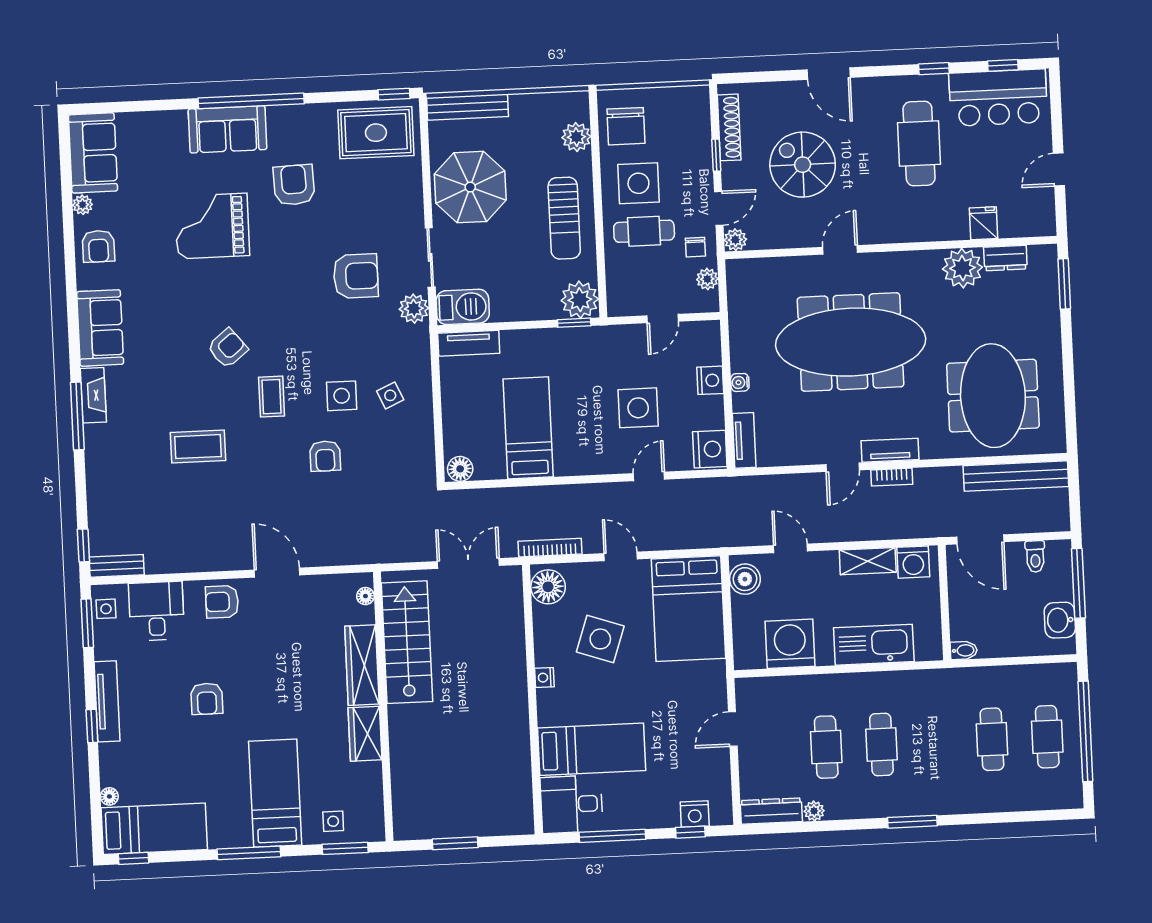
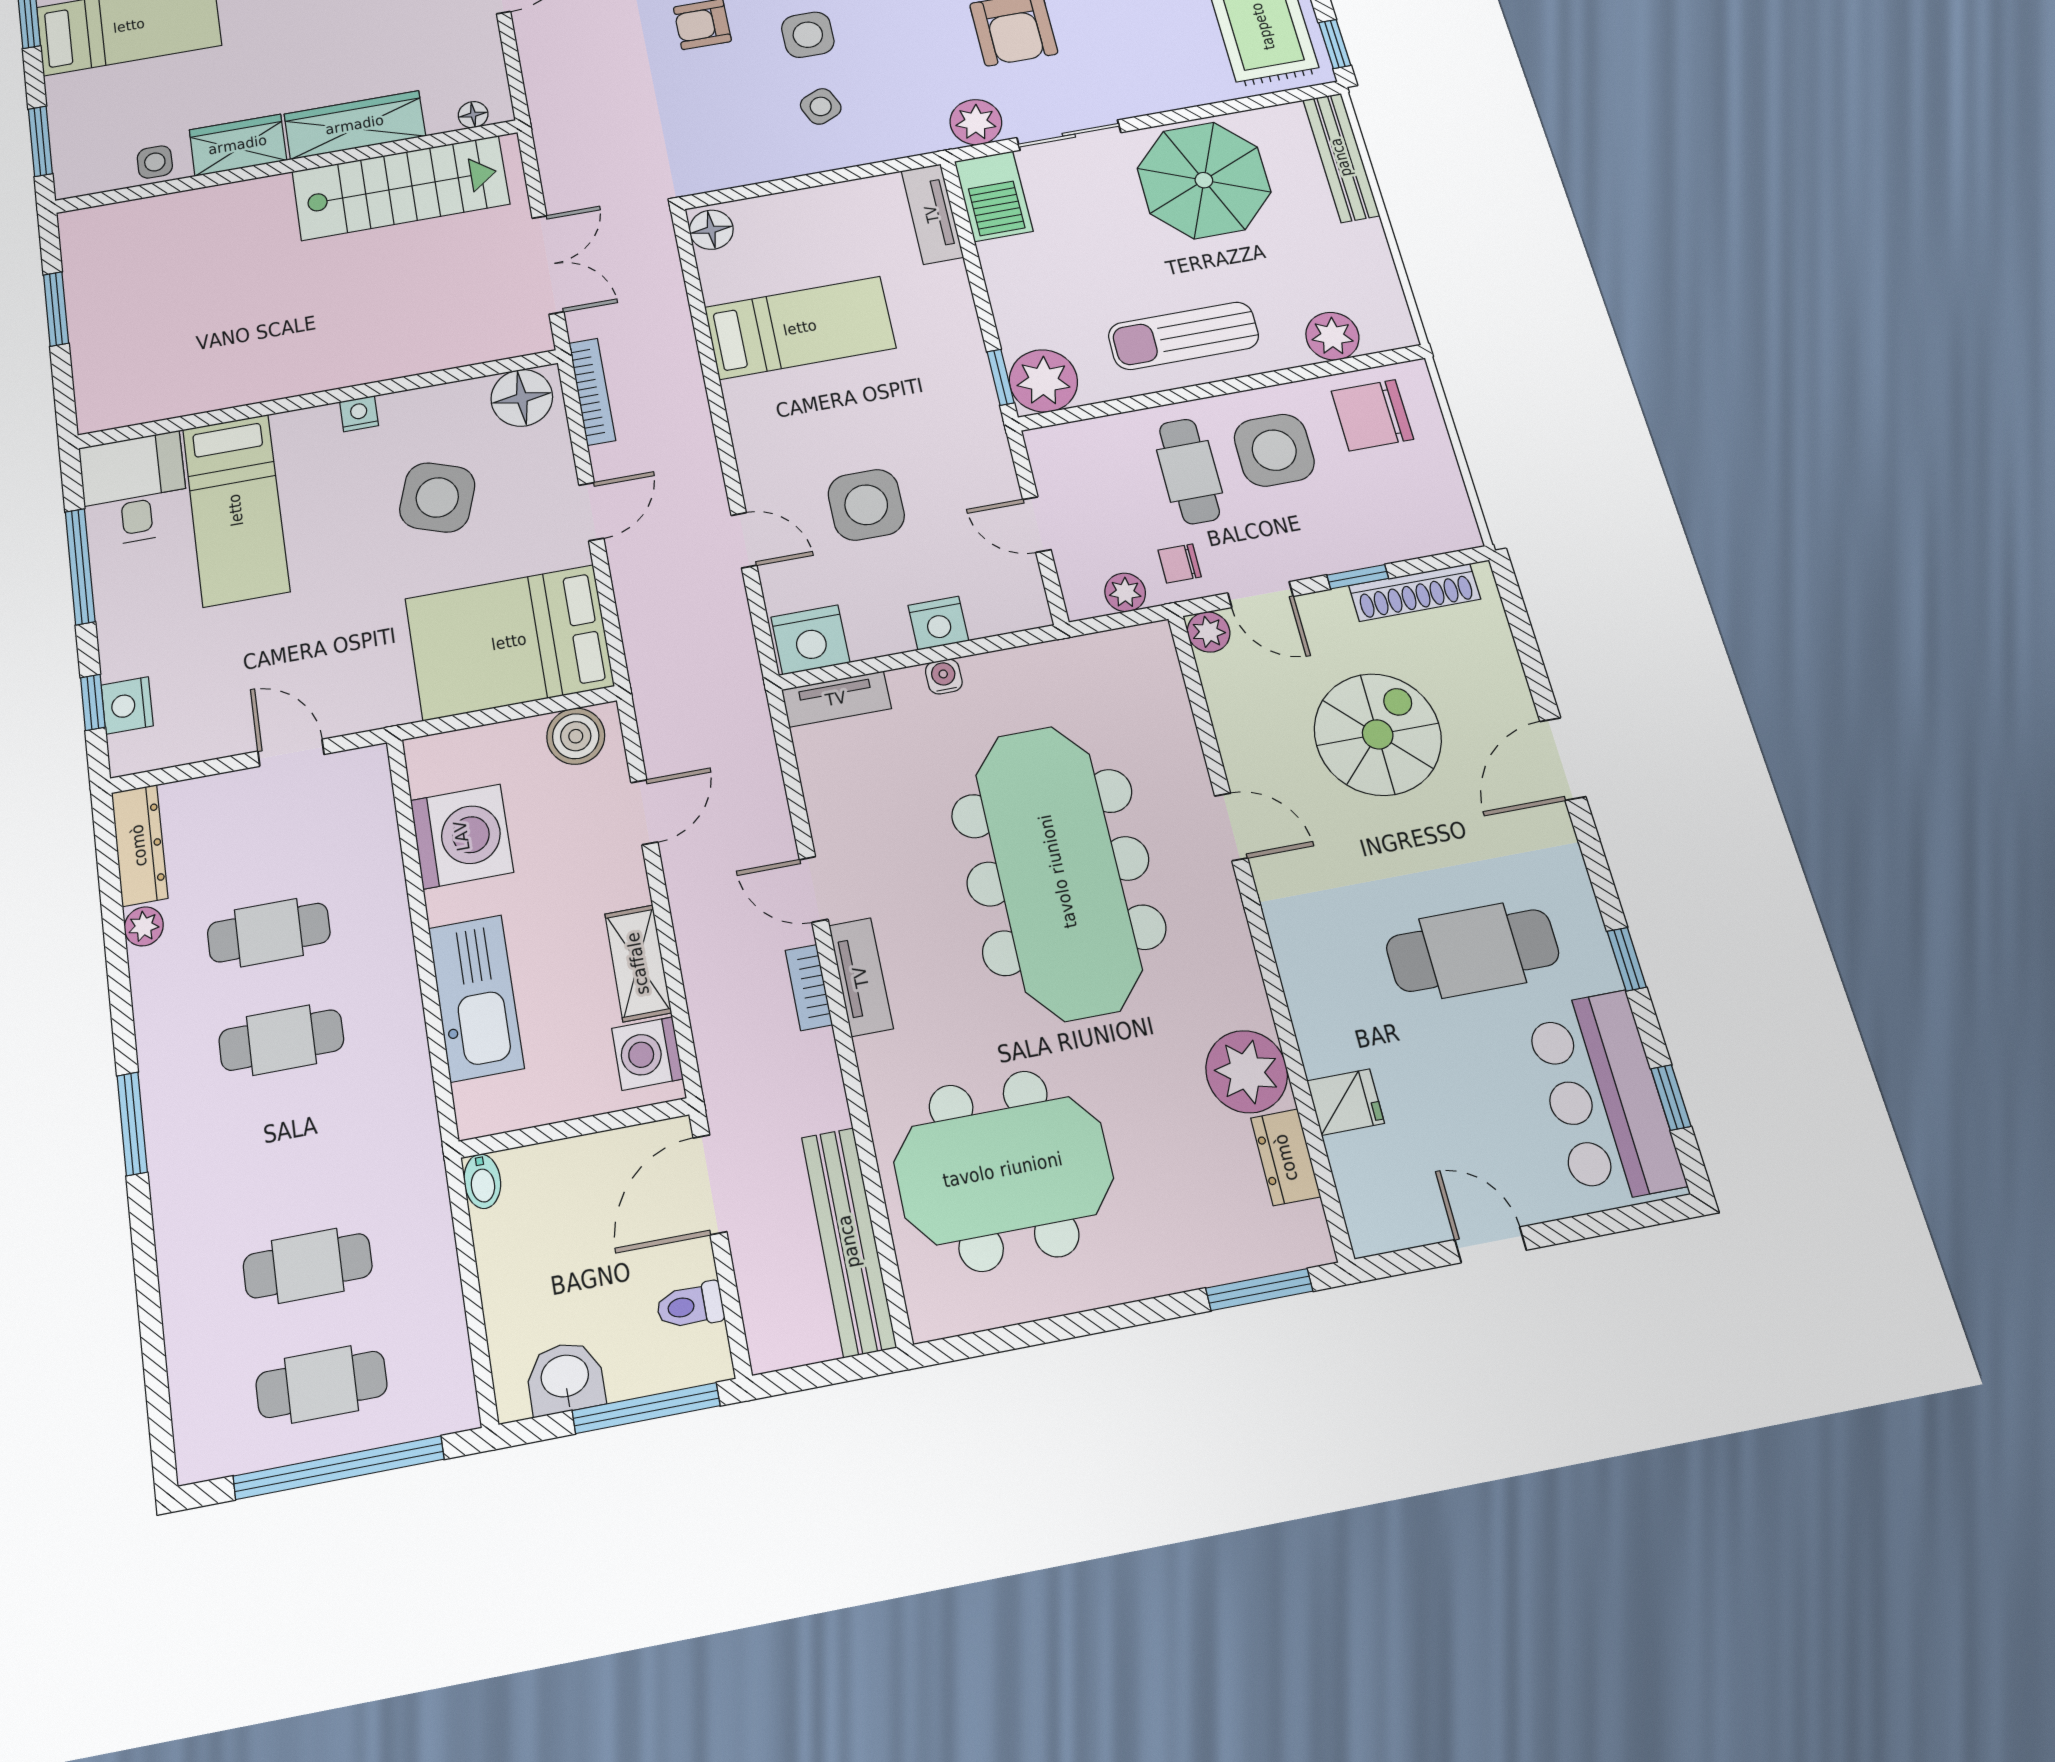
side table: (333, 821) -> (155, 162), moved

